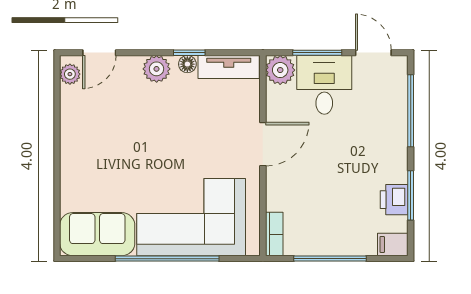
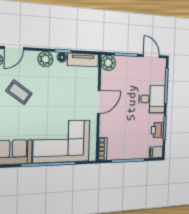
desk: (324, 85) -> (152, 99), moved, turned 90
coffee table: (110, 129) -> (19, 92), added

